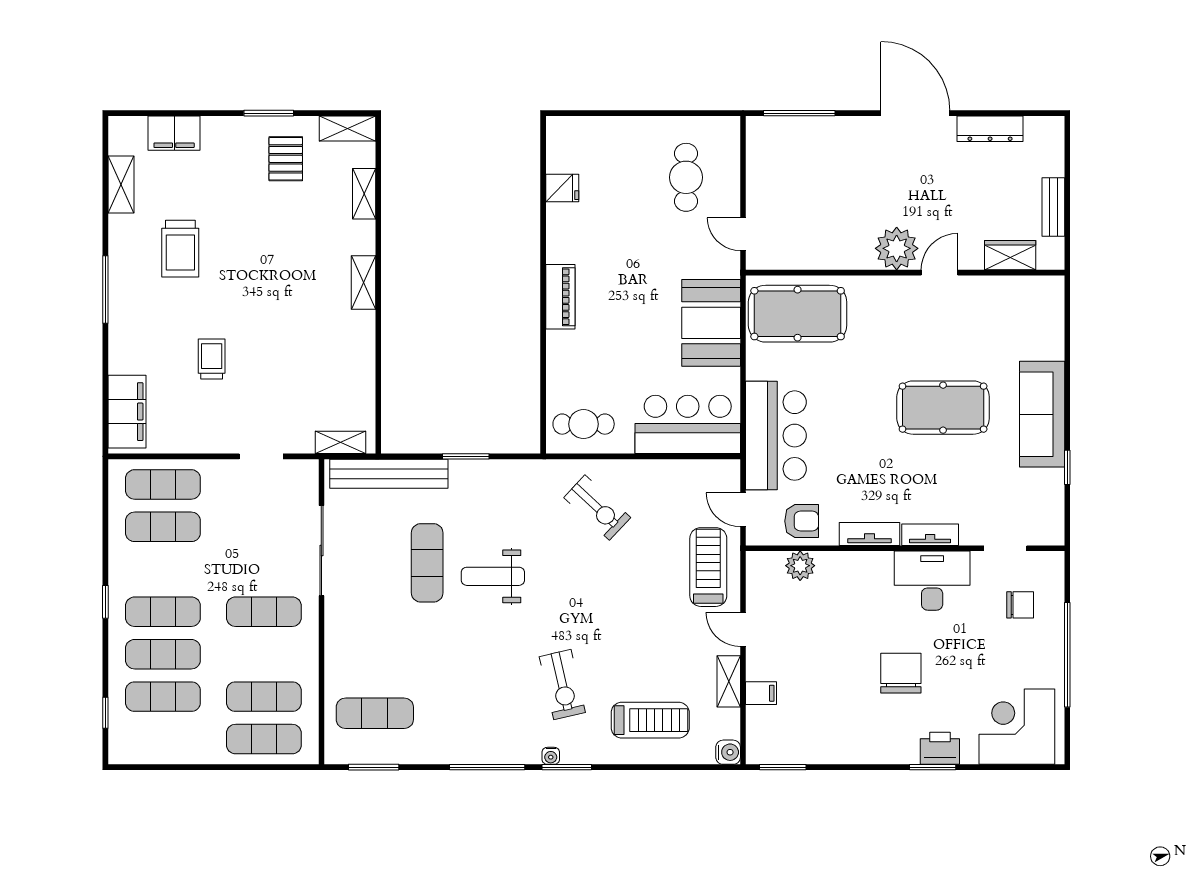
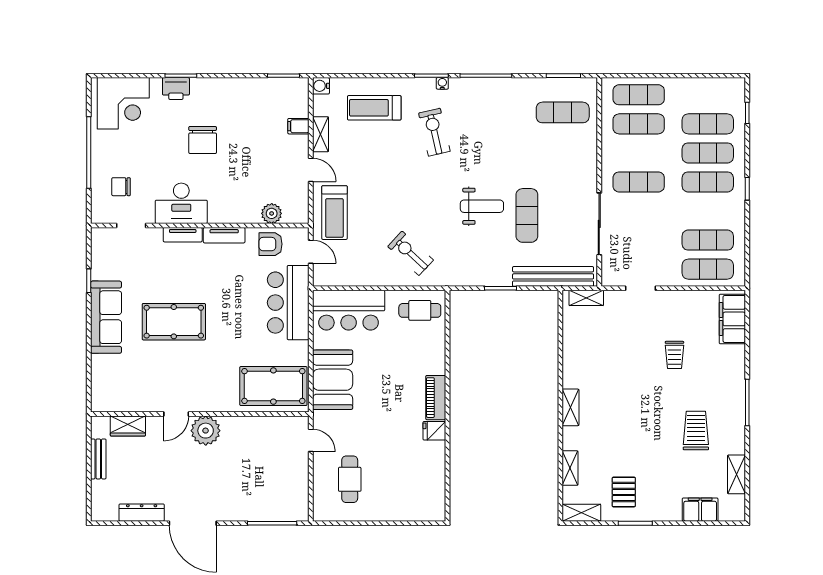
fridge: (562, 188) -> (434, 431), moved

